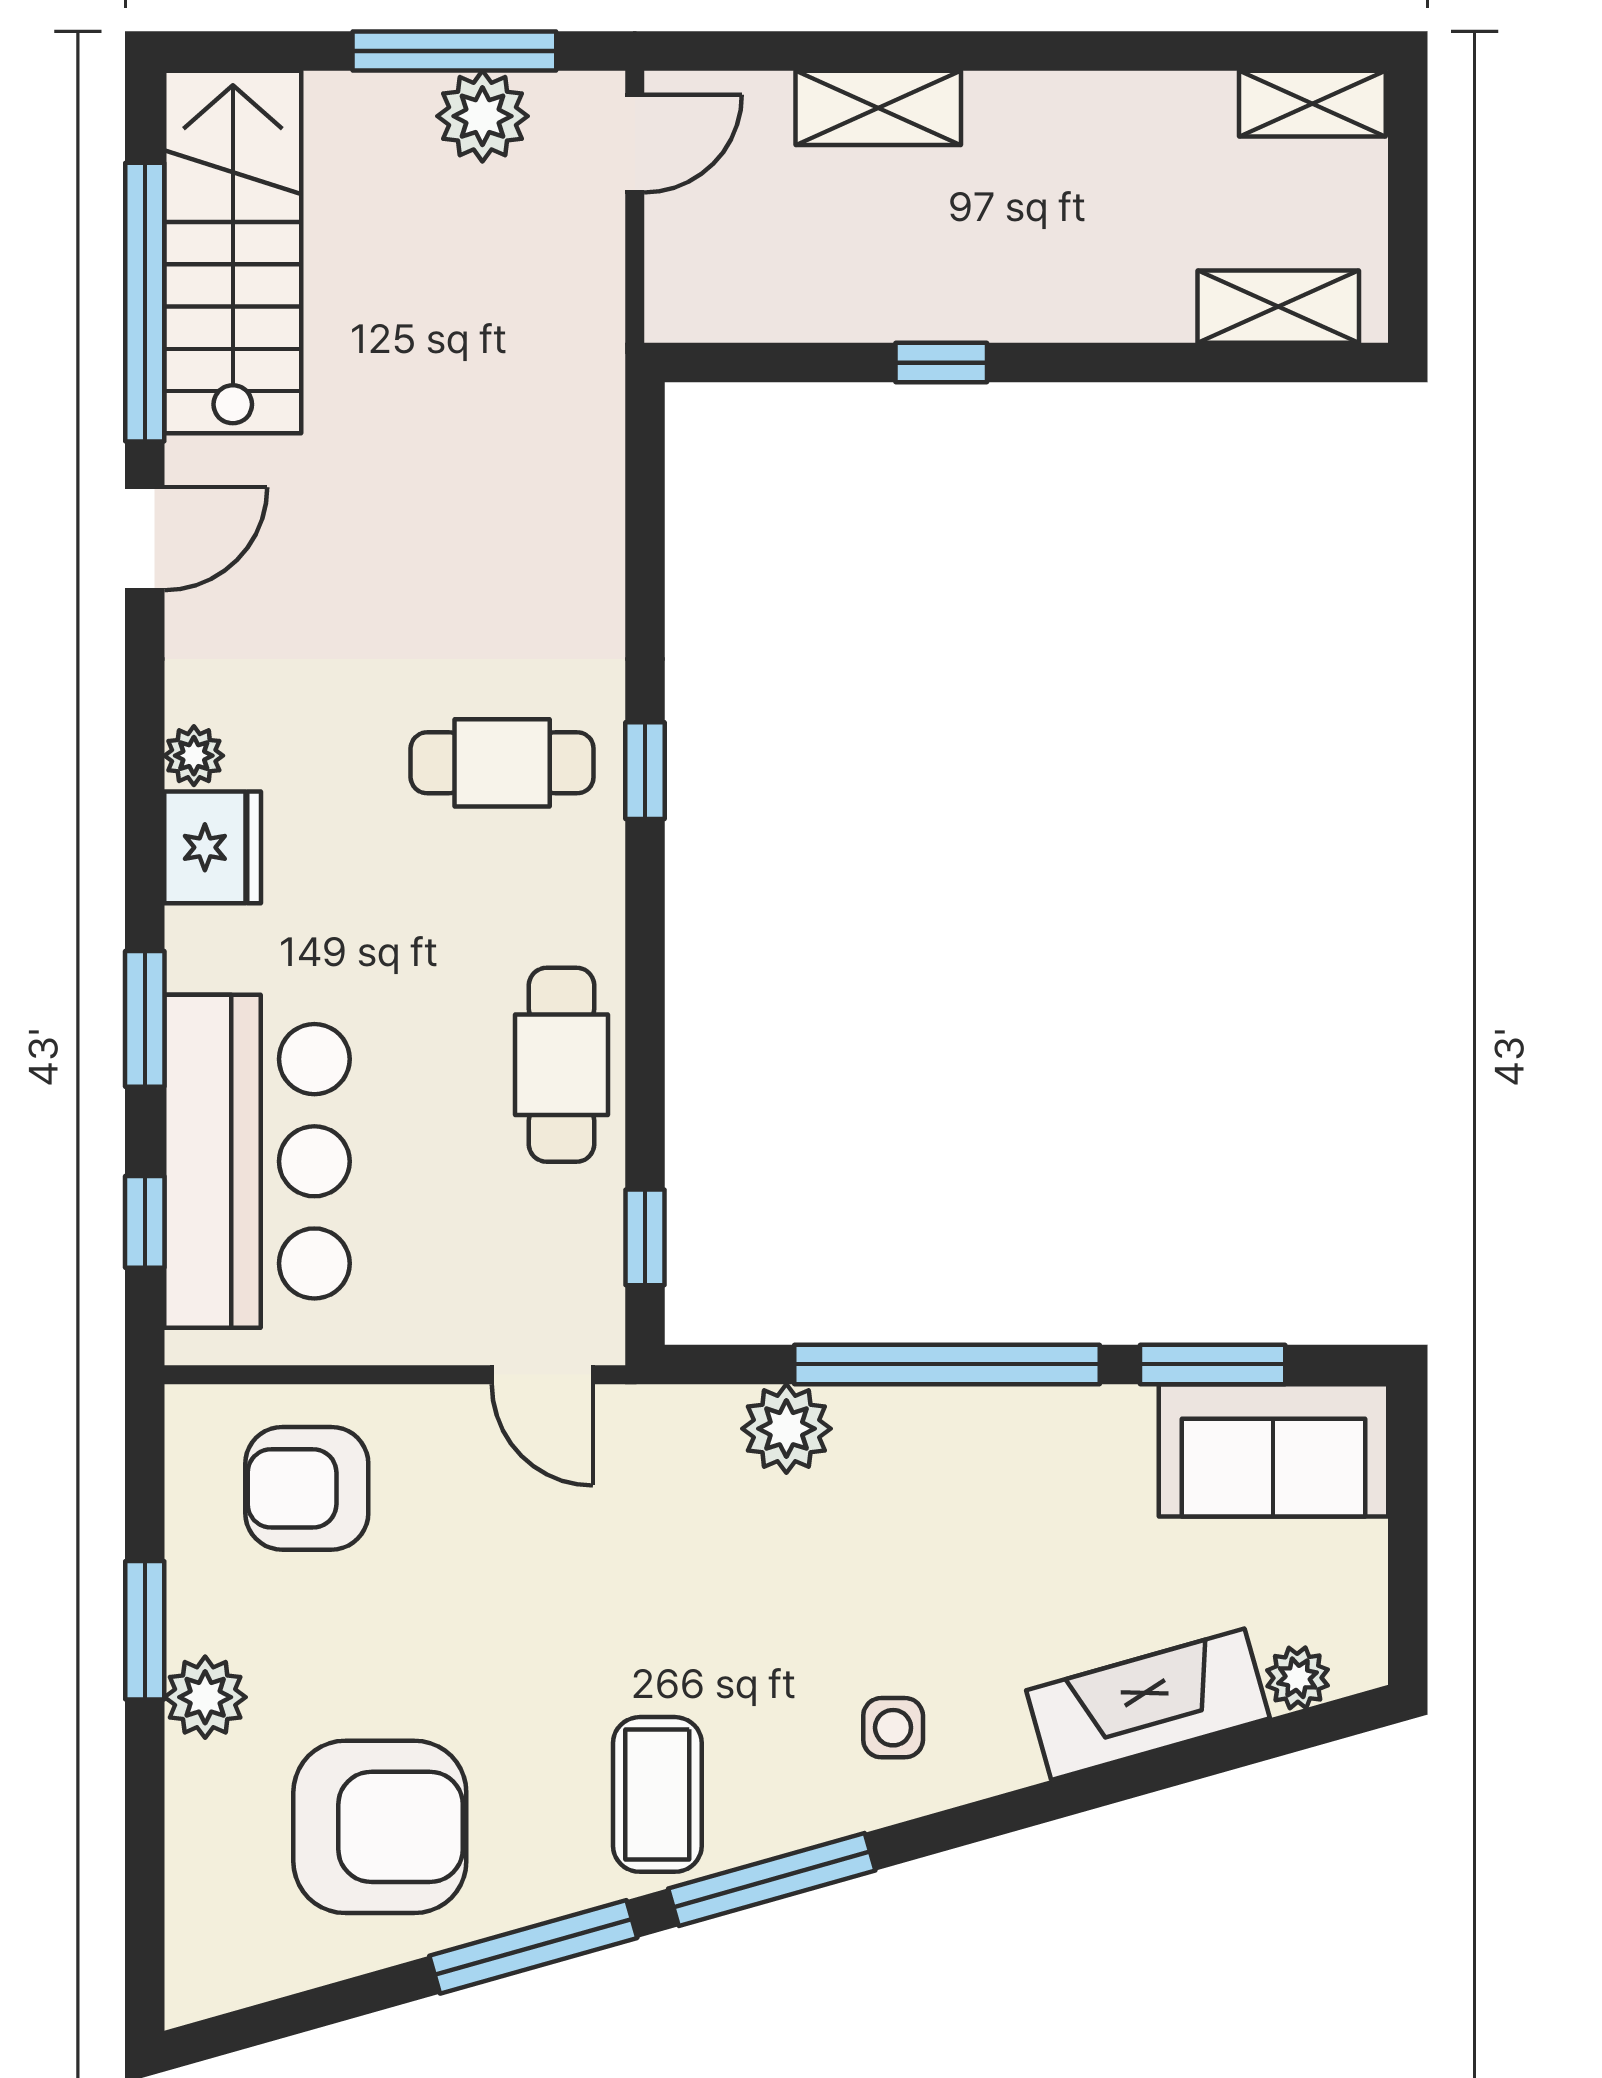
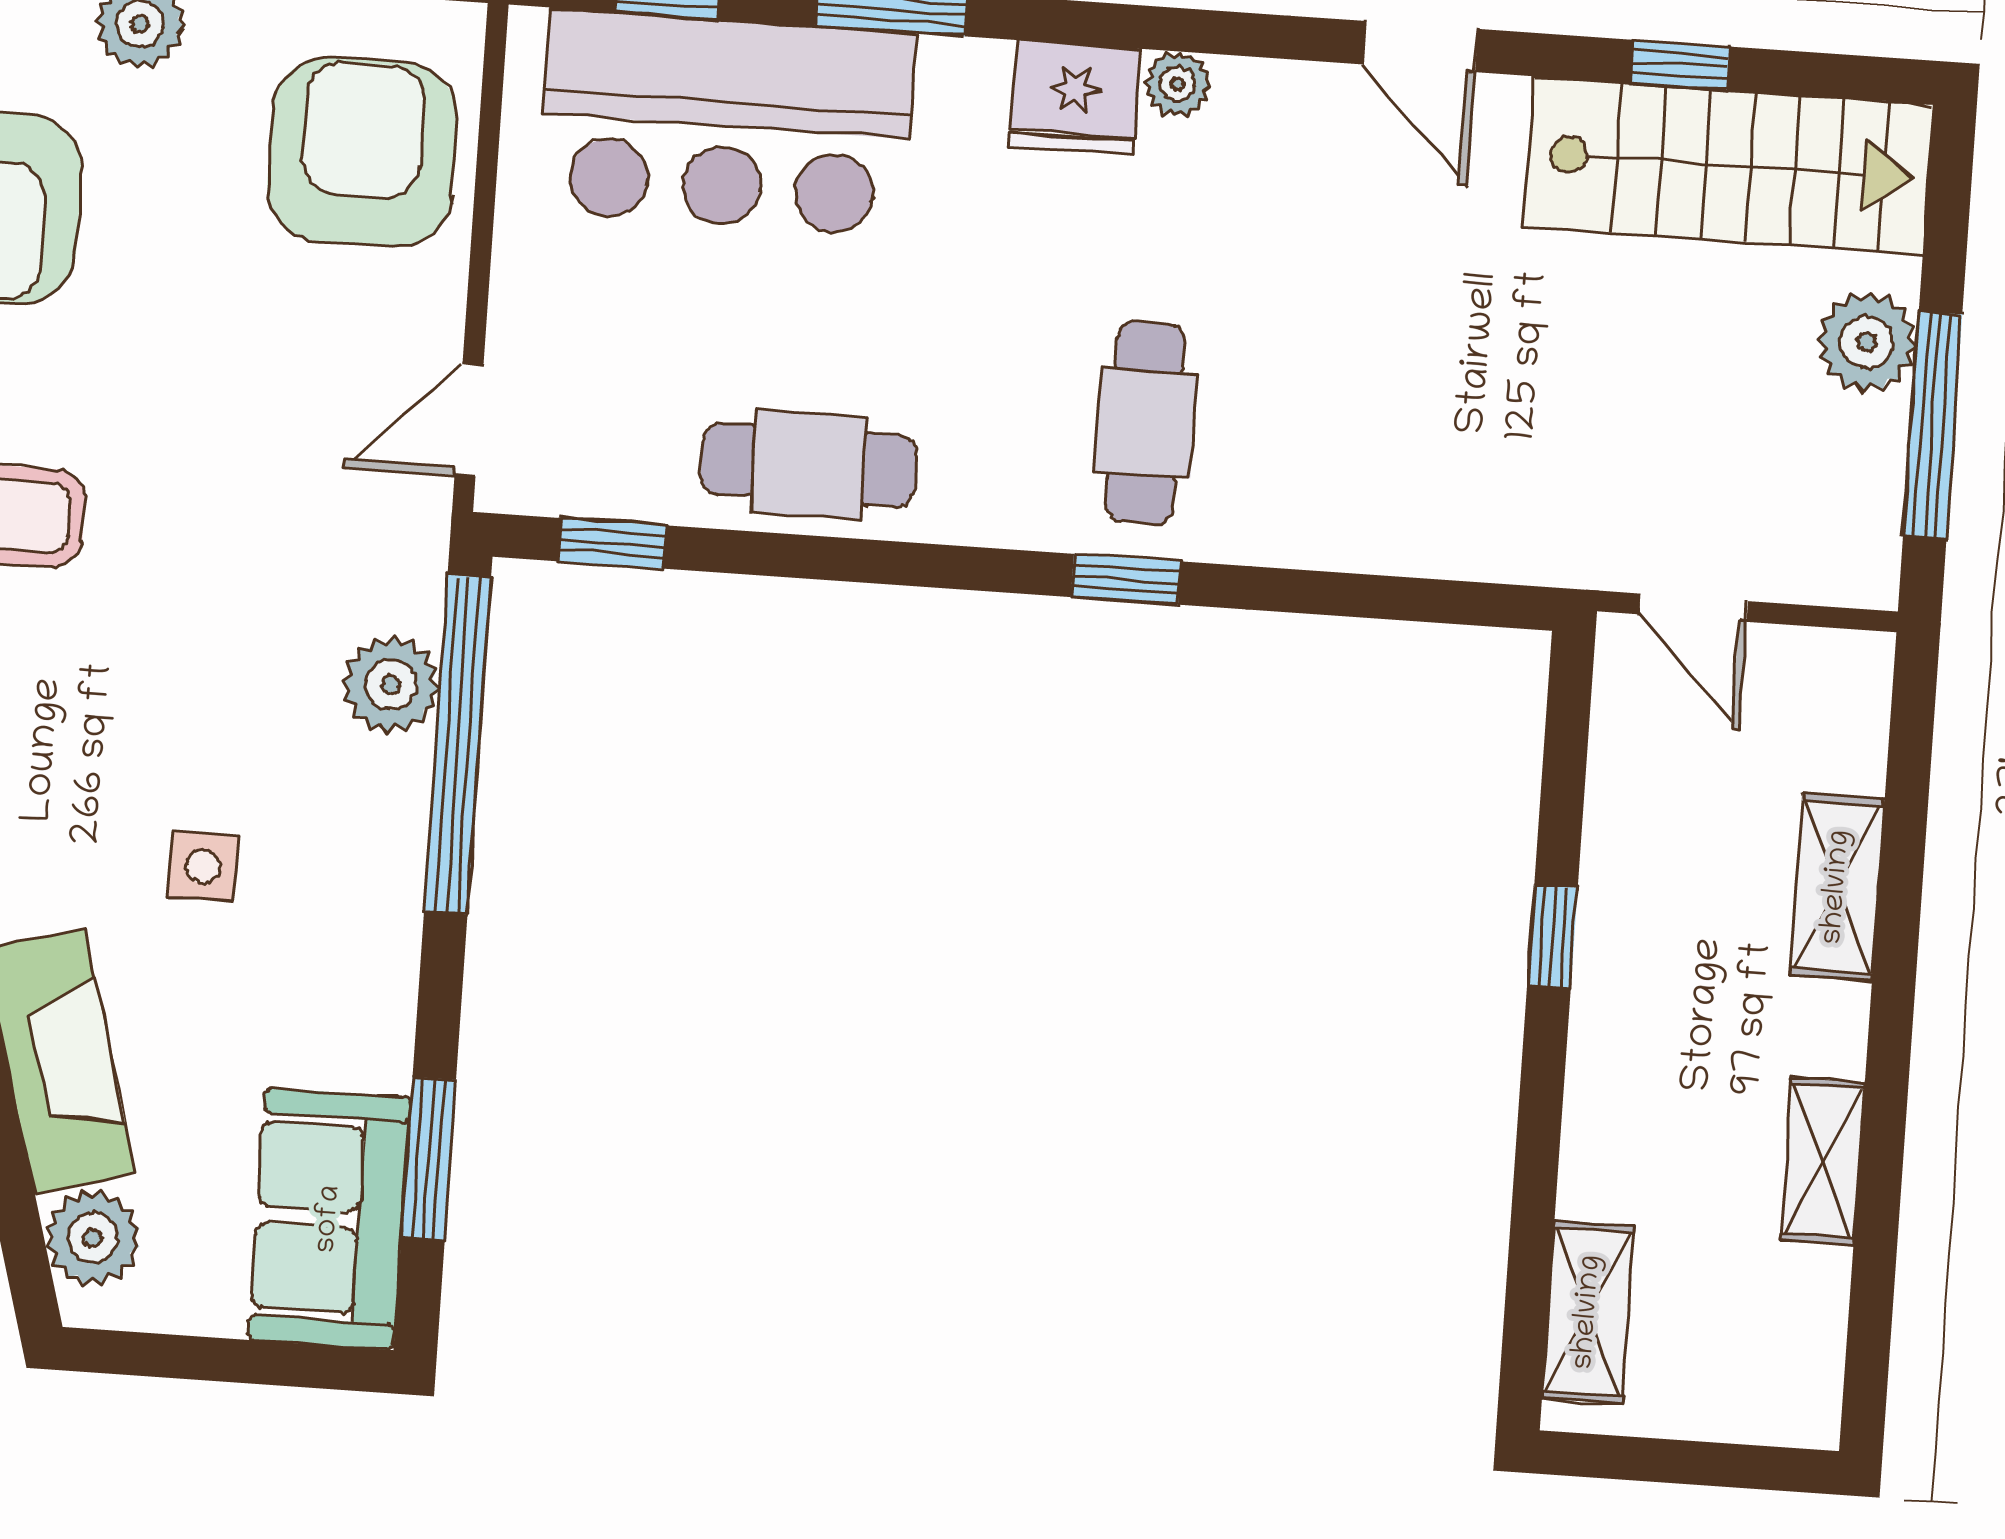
shelving: (1312, 104) -> (1823, 1161), moved
plant: (482, 116) -> (1867, 342), moved
door: (635, 143) -> (1693, 608), moved
window: (145, 302) -> (1680, 65), width x0.32
window: (947, 1364) -> (458, 745), moved
armchair: (307, 1488) -> (362, 152), width x1.36, depth x1.36
plant: (1298, 1678) -> (93, 1238), width x1.38, depth x1.38
side table: (893, 1728) -> (203, 867), moved

